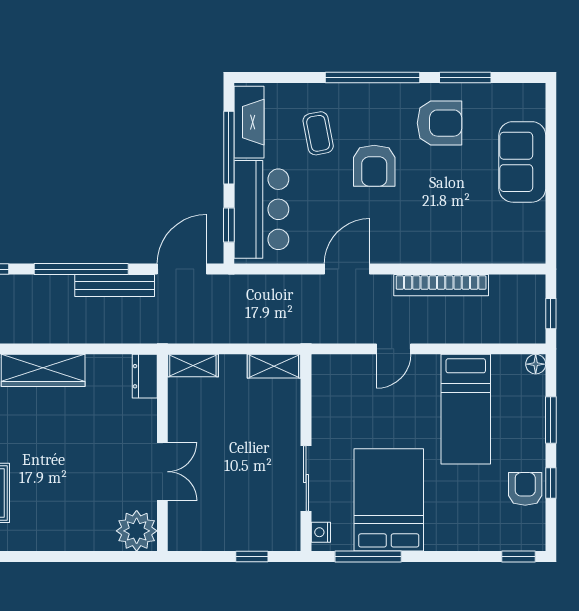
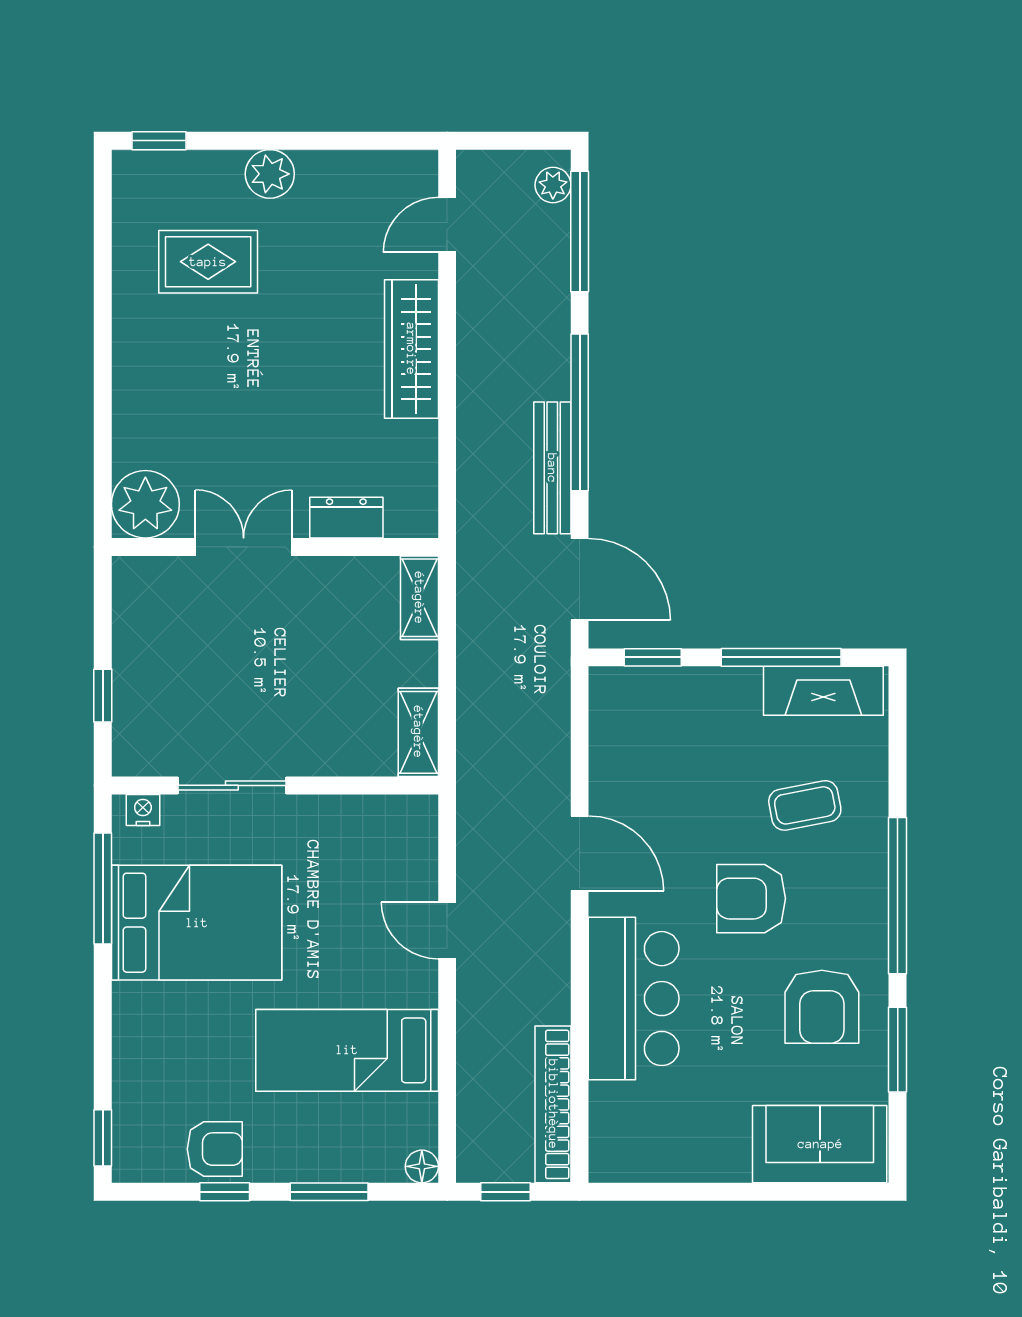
sofa: (522, 162) -> (820, 1144), moved
bar counter: (261, 209) -> (634, 999), moved, turned -90
bookcase: (441, 285) -> (553, 1104), moved
dresser: (145, 376) -> (346, 518), moved
double door: (162, 472) -> (244, 547), swing flipped

